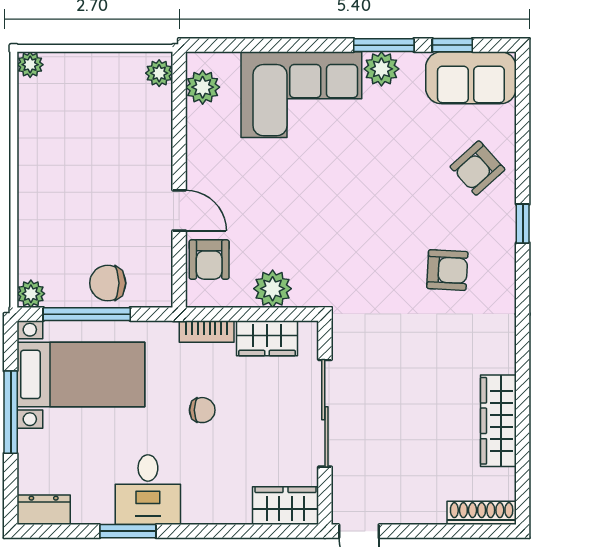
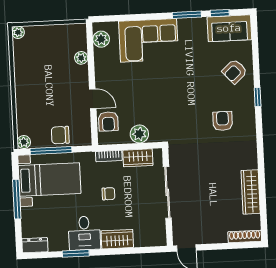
plant: (381, 69) -> (186, 26), removed
plant: (159, 73) -> (81, 58), moved
armchair: (447, 270) -> (223, 121), turned -93
wardrobe: (286, 506) -> (117, 239), moved

